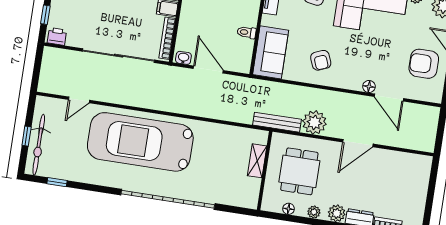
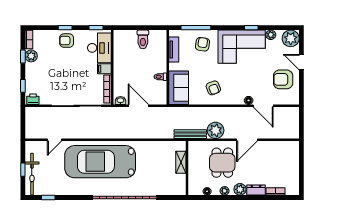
dining table: (299, 171) -> (222, 163), moved

